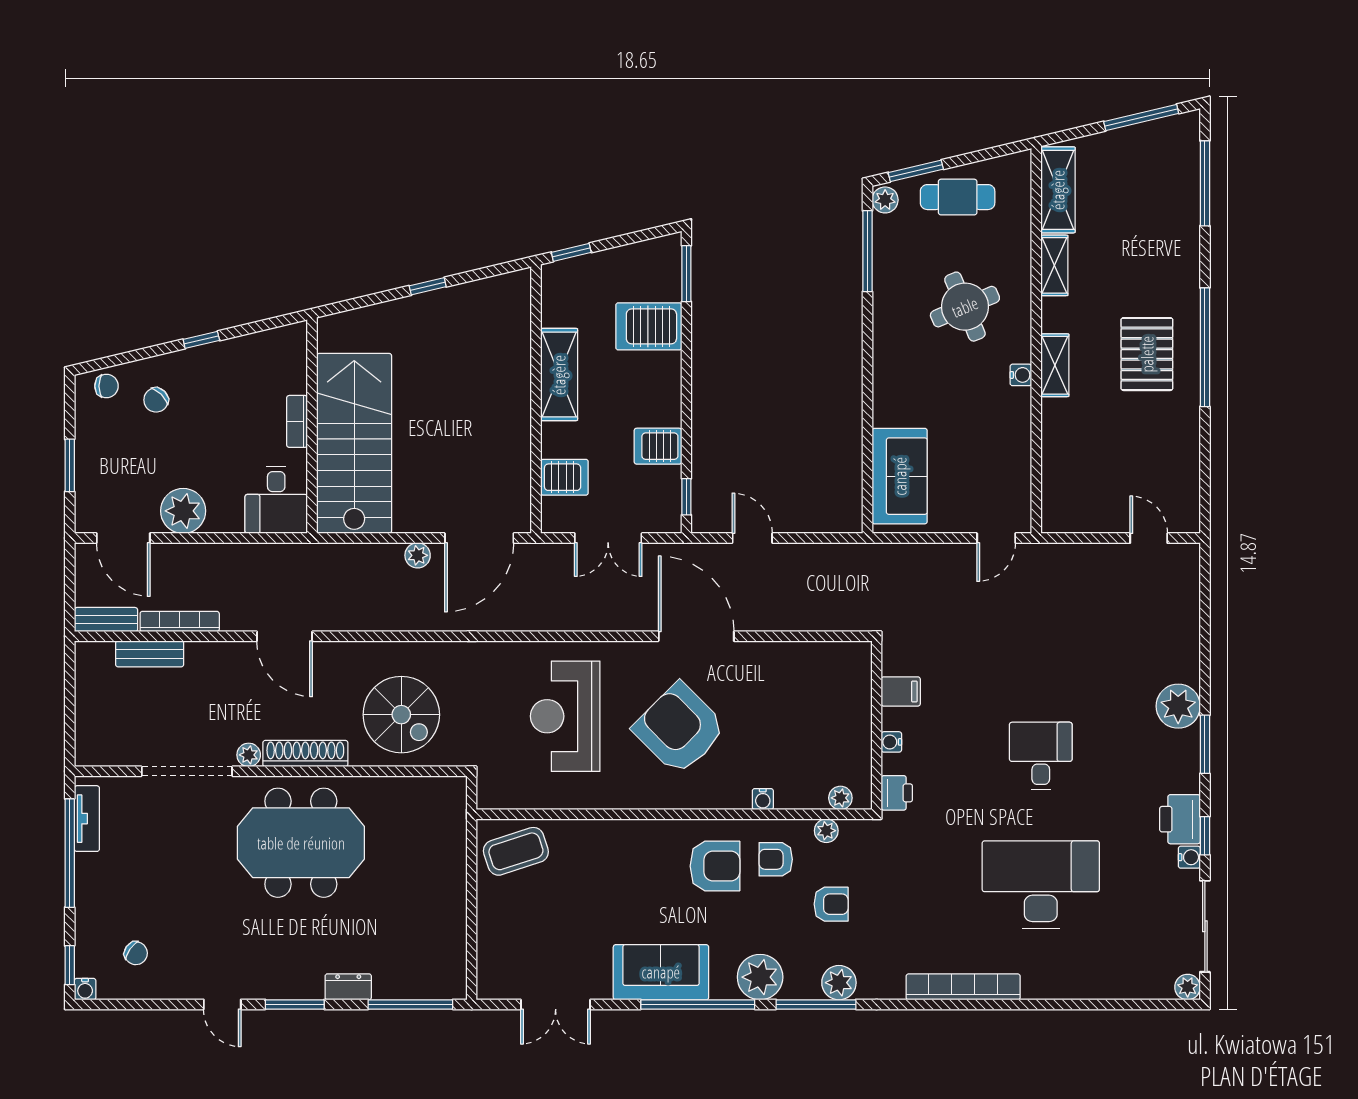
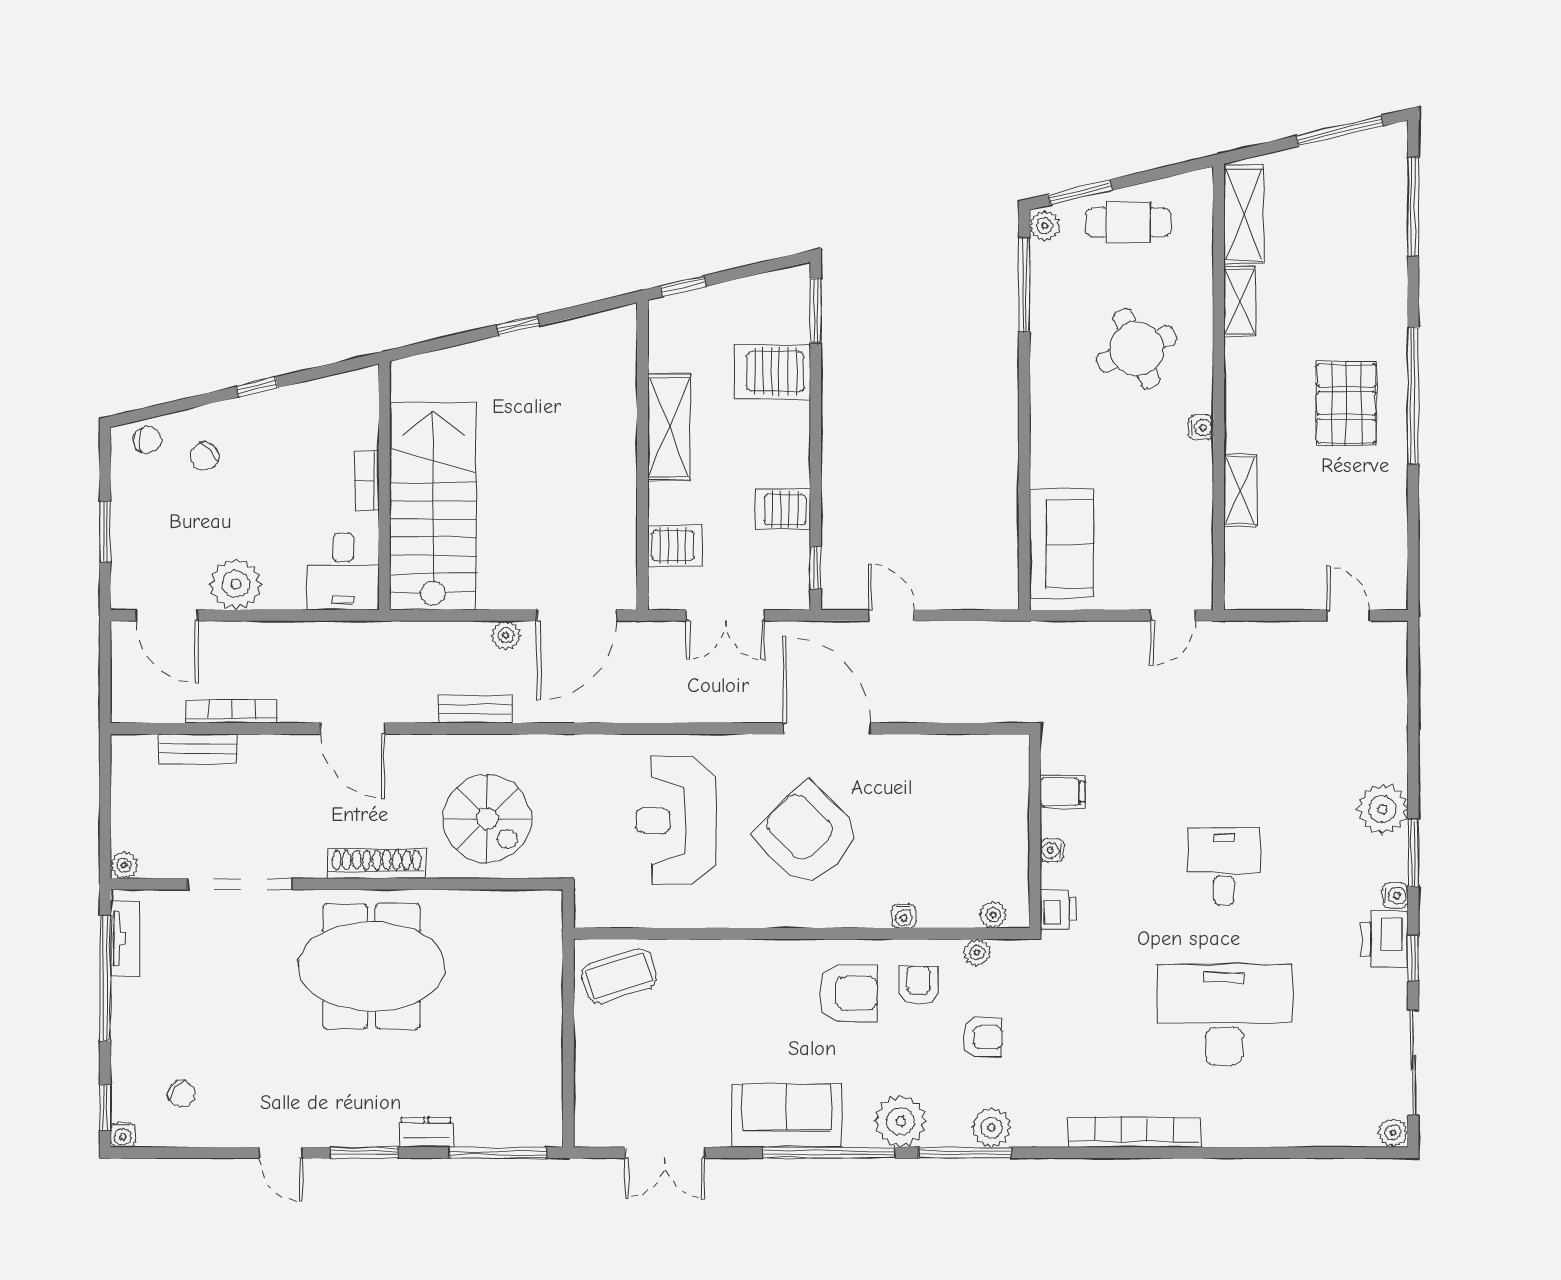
shelving: (1055, 365) -> (1240, 490), moved
bench: (106, 620) -> (475, 709), moved
plant: (249, 755) -> (124, 865), moved
water cooler: (1189, 857) -> (1395, 895), moved
armchair: (776, 859) -> (919, 985), turned 90

